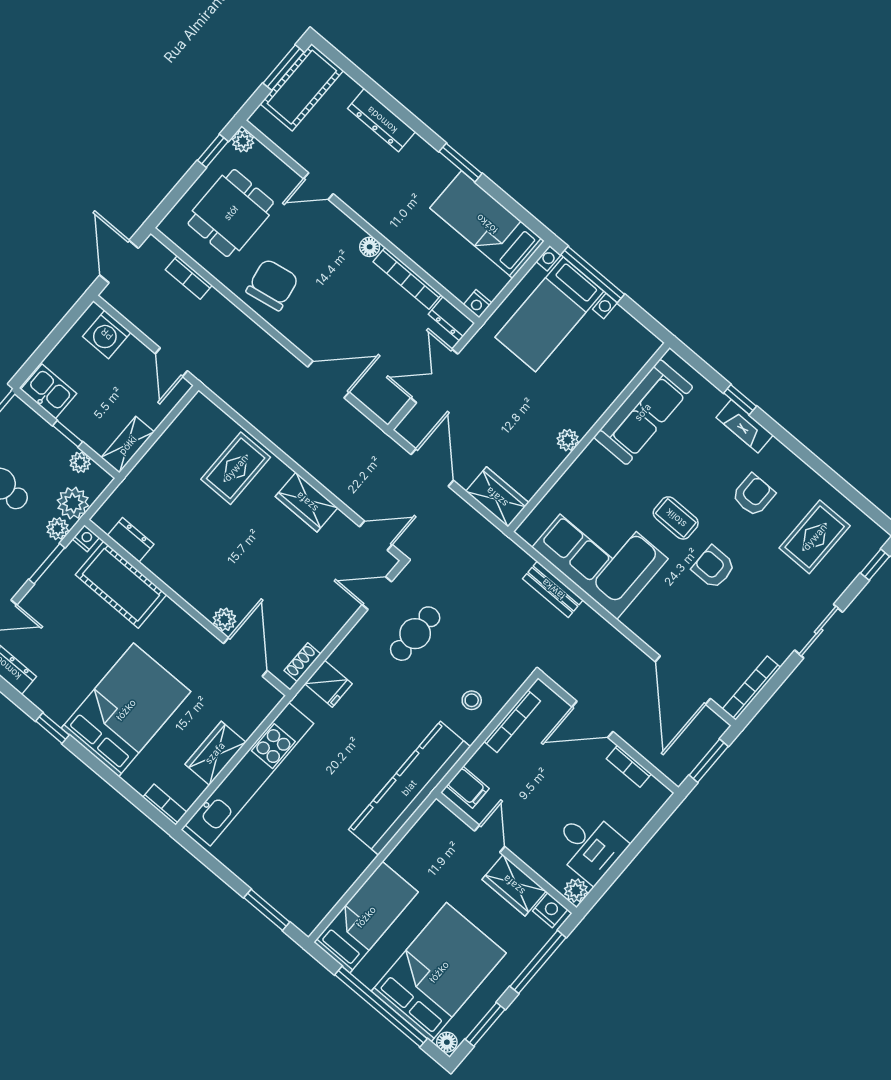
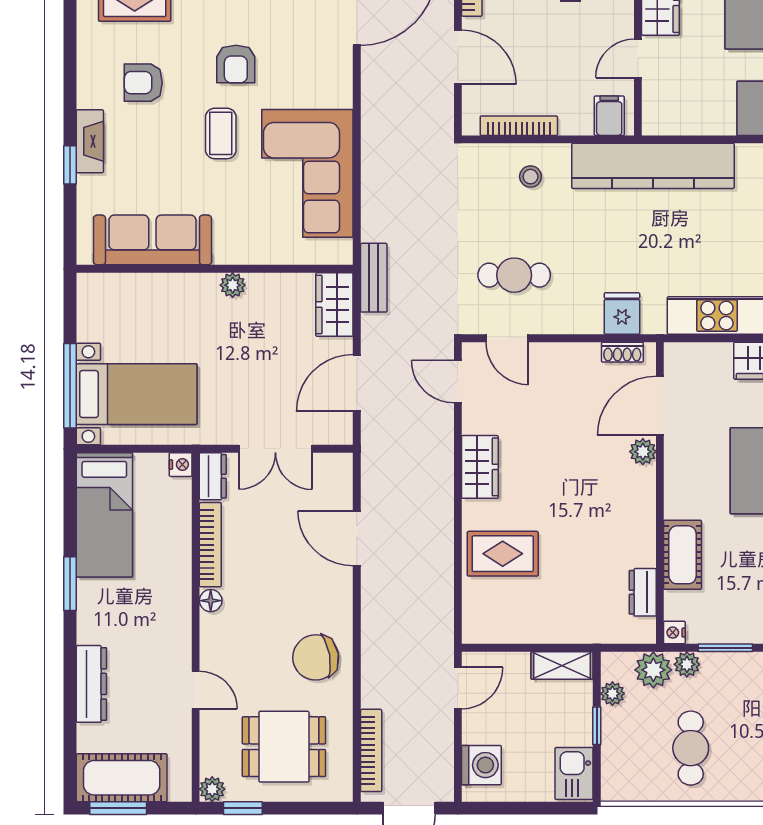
bookcase: (189, 277) -> (371, 750), width x1.56
cot: (121, 585) -> (683, 555), width x0.73, depth x0.75
bench: (553, 589) -> (374, 278), moved

